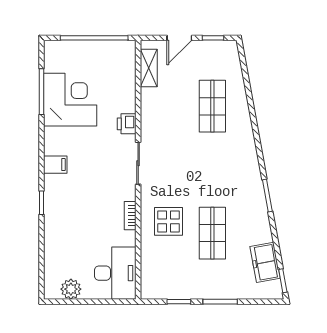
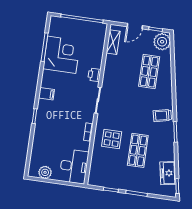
plant: (226, 56) -> (162, 42), added
trolley: (243, 173) -> (162, 116), added

